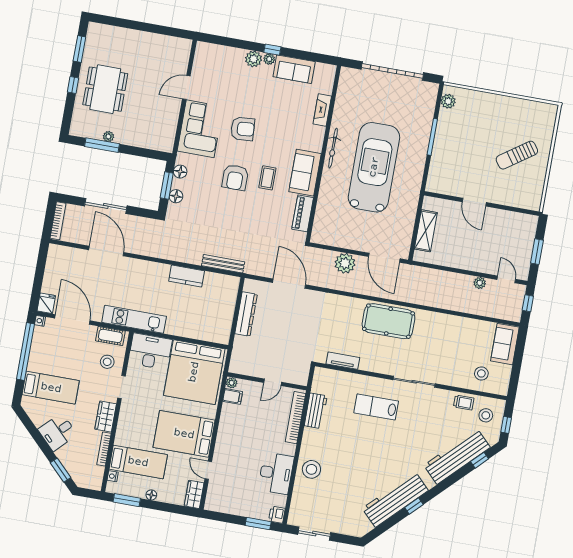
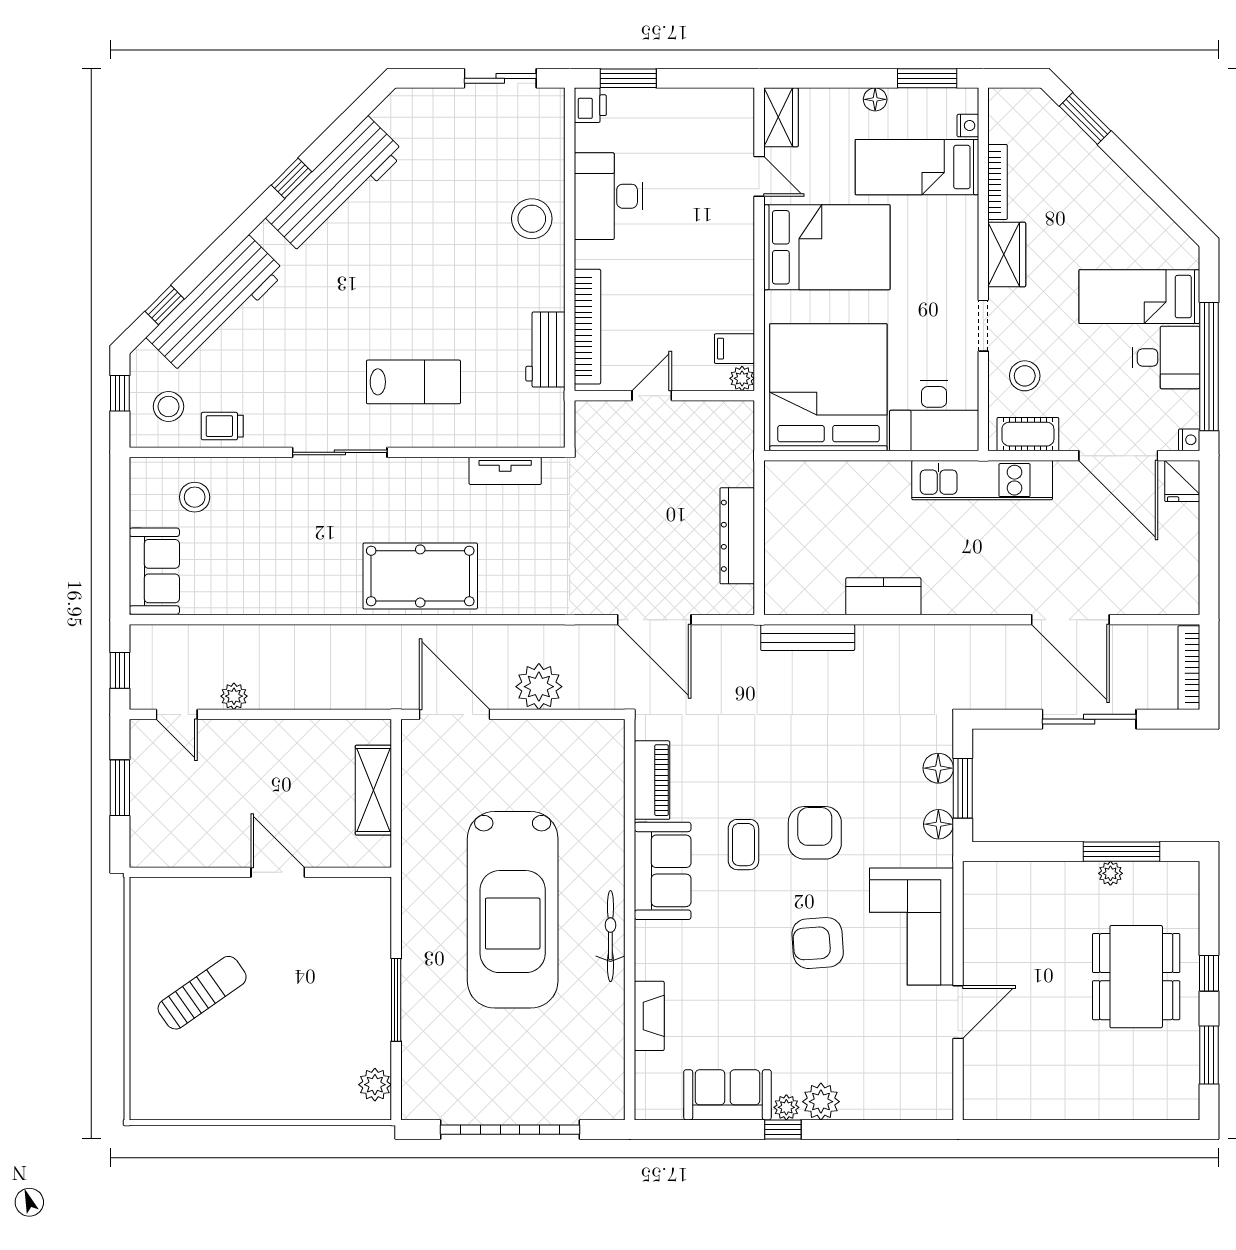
desk: (58, 432) -> (1166, 358), moved, turned 45

